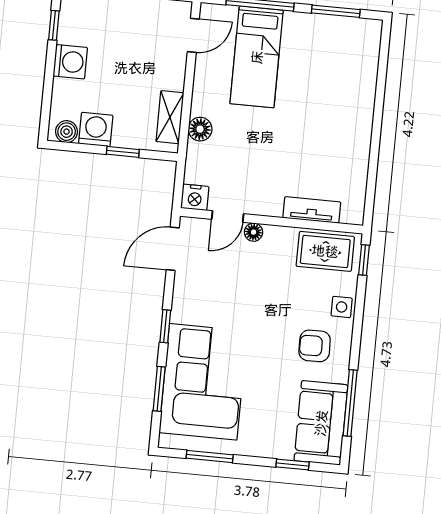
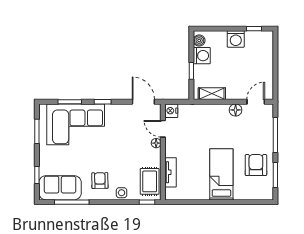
door: (193, 35) -> (256, 102), swing flipped
armchair: (314, 46) -> (256, 165), added
bed: (257, 57) -> (221, 174), moved, turned 90
floor lamp: (200, 129) -> (236, 110), moved

